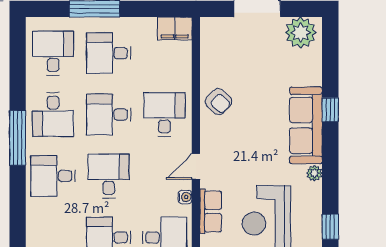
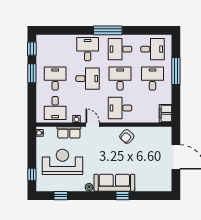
plant: (301, 33) -> (163, 180), removed
desk: (164, 115) -> (120, 108), turned 180

